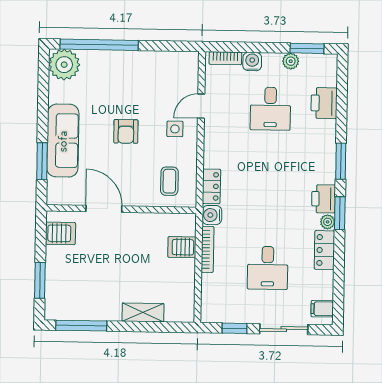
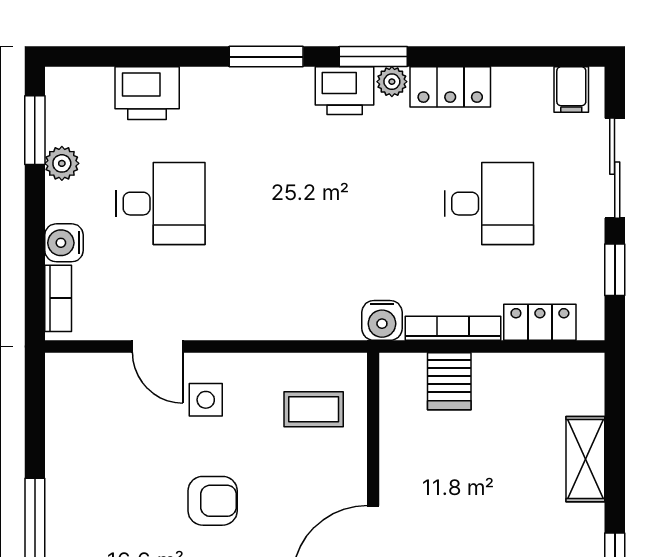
locker: (211, 186) -> (540, 322), moved

